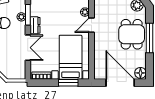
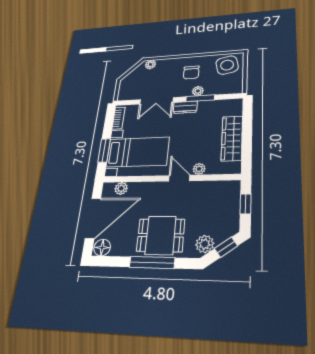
plant: (99, 66) -> (121, 188), added

